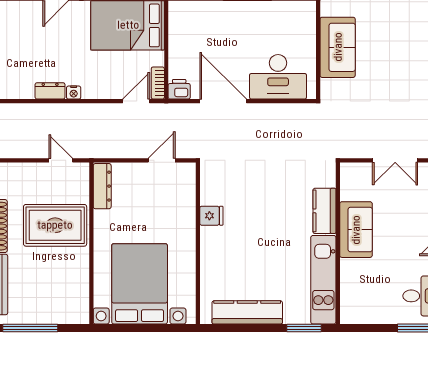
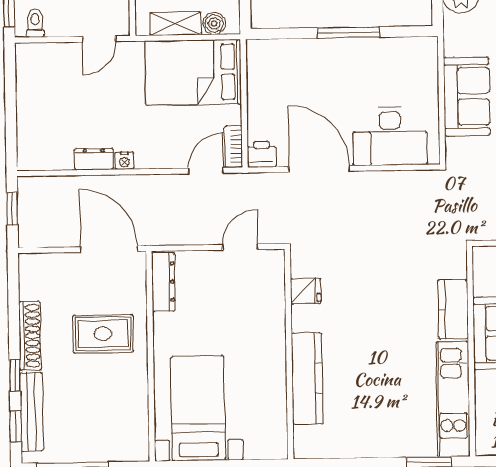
door: (61, 160) -> (109, 249), width x1.88
fridge: (211, 216) -> (306, 291), moved
rug: (55, 225) -> (103, 334), width x0.73, depth x0.70
bed with nightstands: (140, 284) -> (198, 408), width x0.73
kitchen counter: (247, 312) -> (307, 378), moved, turned 90

